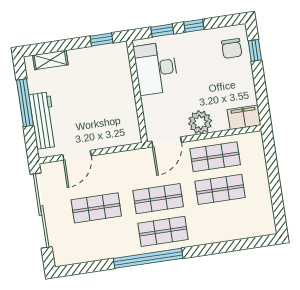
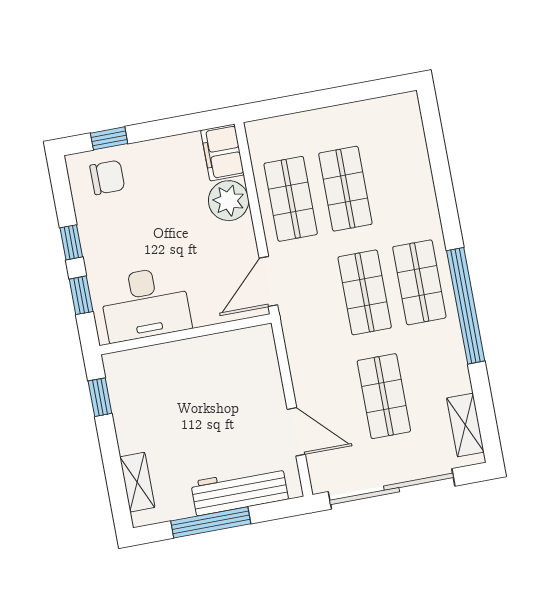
plant: (200, 122) -> (229, 201), moved
door: (167, 142) -> (268, 281), swing flipped
shelving: (77, 256) -> (465, 425), added

